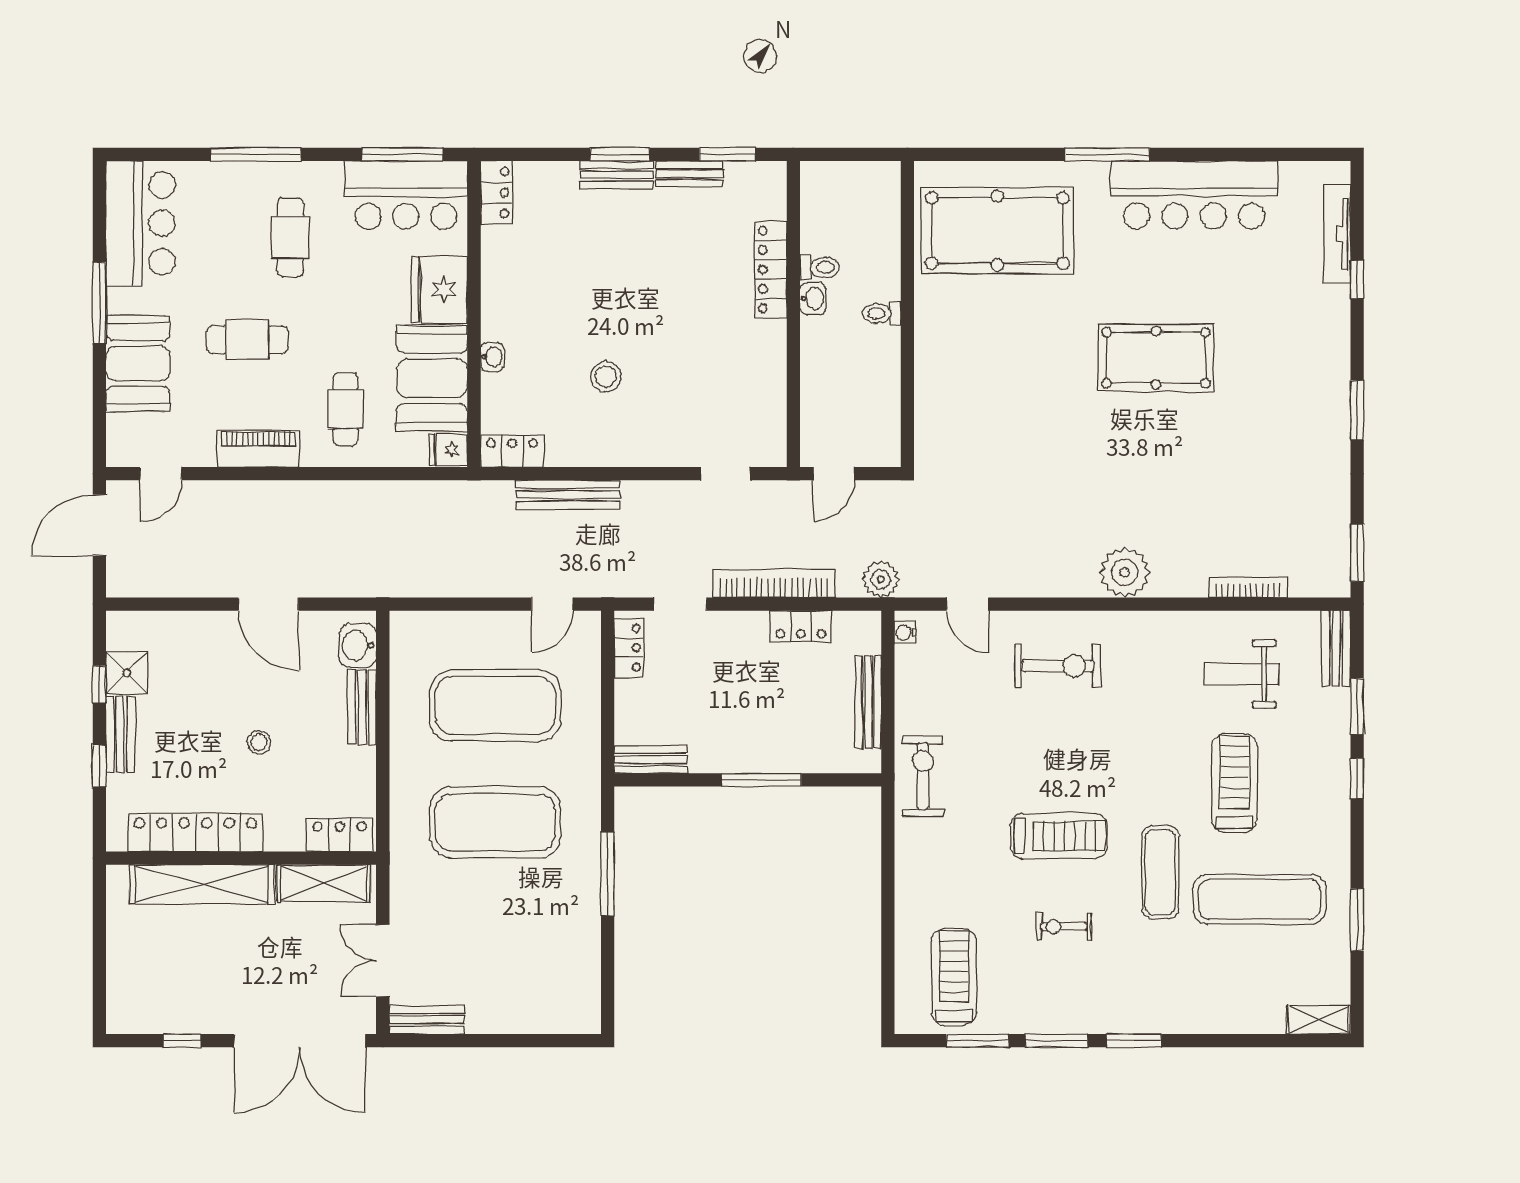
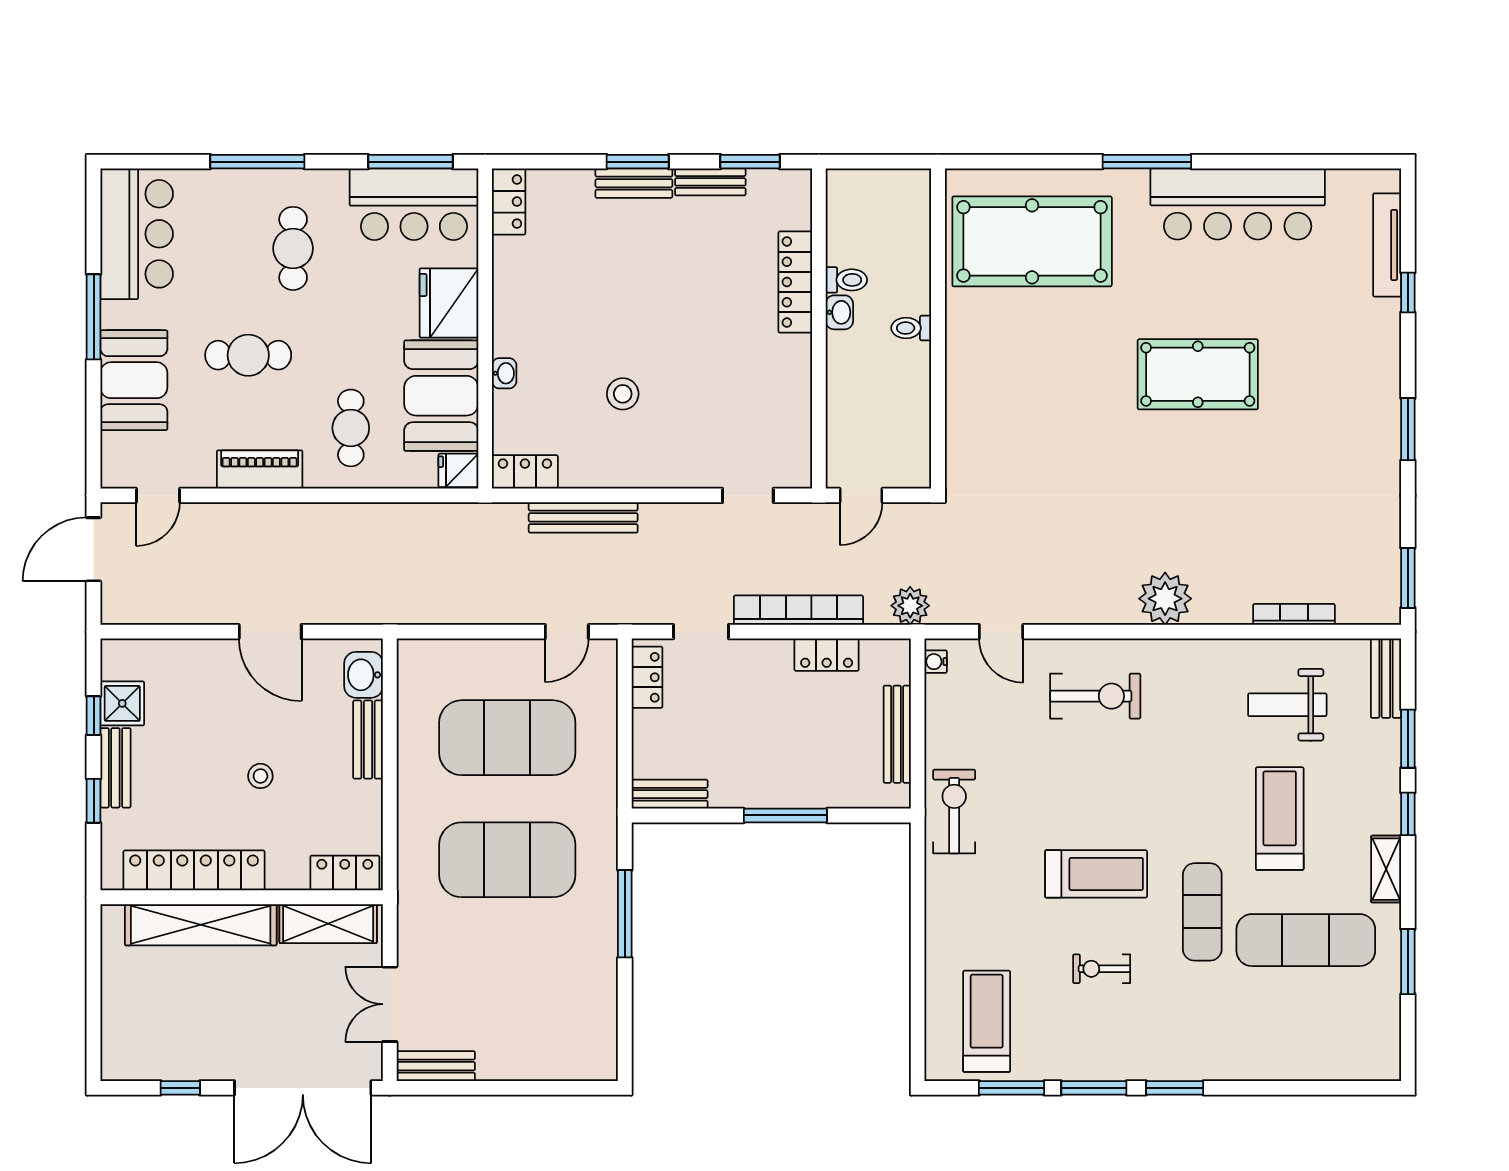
shelving: (1319, 1020) -> (1386, 869), moved, turned 90

